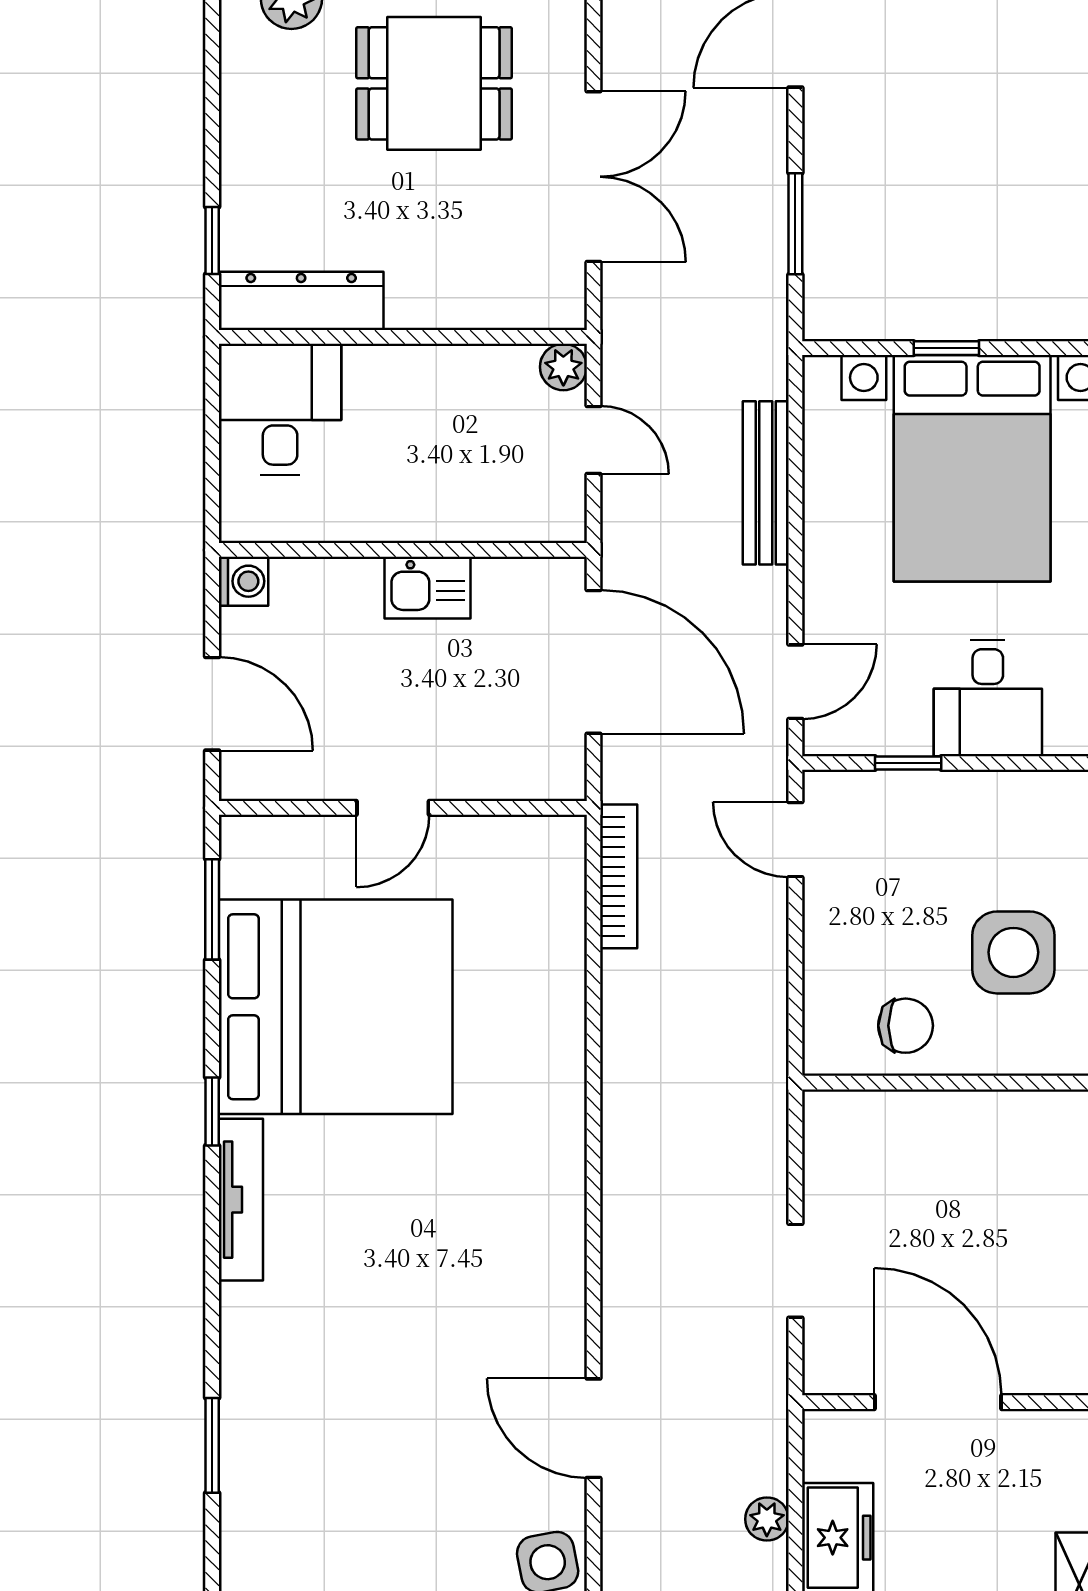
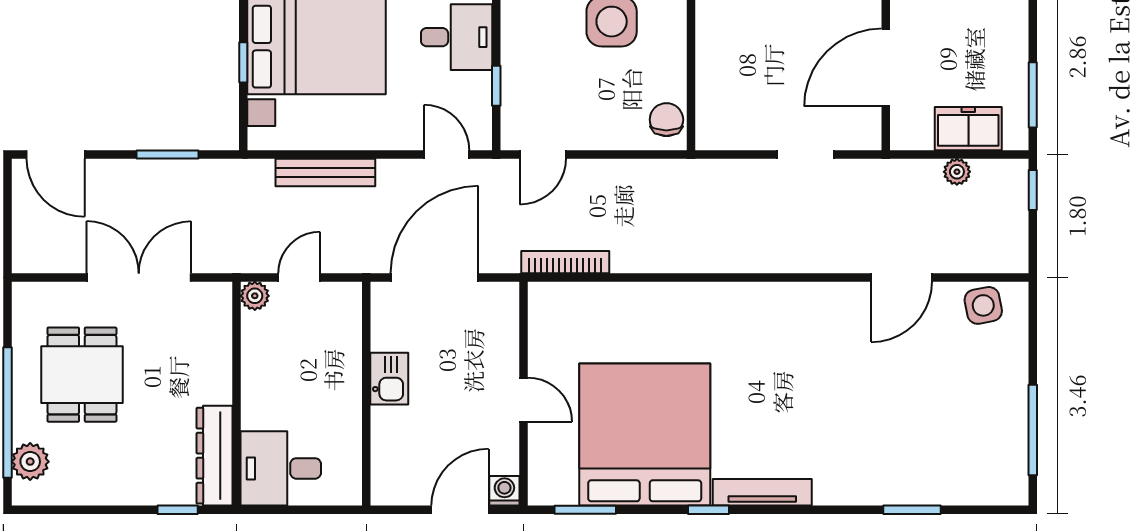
washing machine: (243, 581) -> (504, 491), moved
chair: (906, 1026) -> (666, 120), moved

